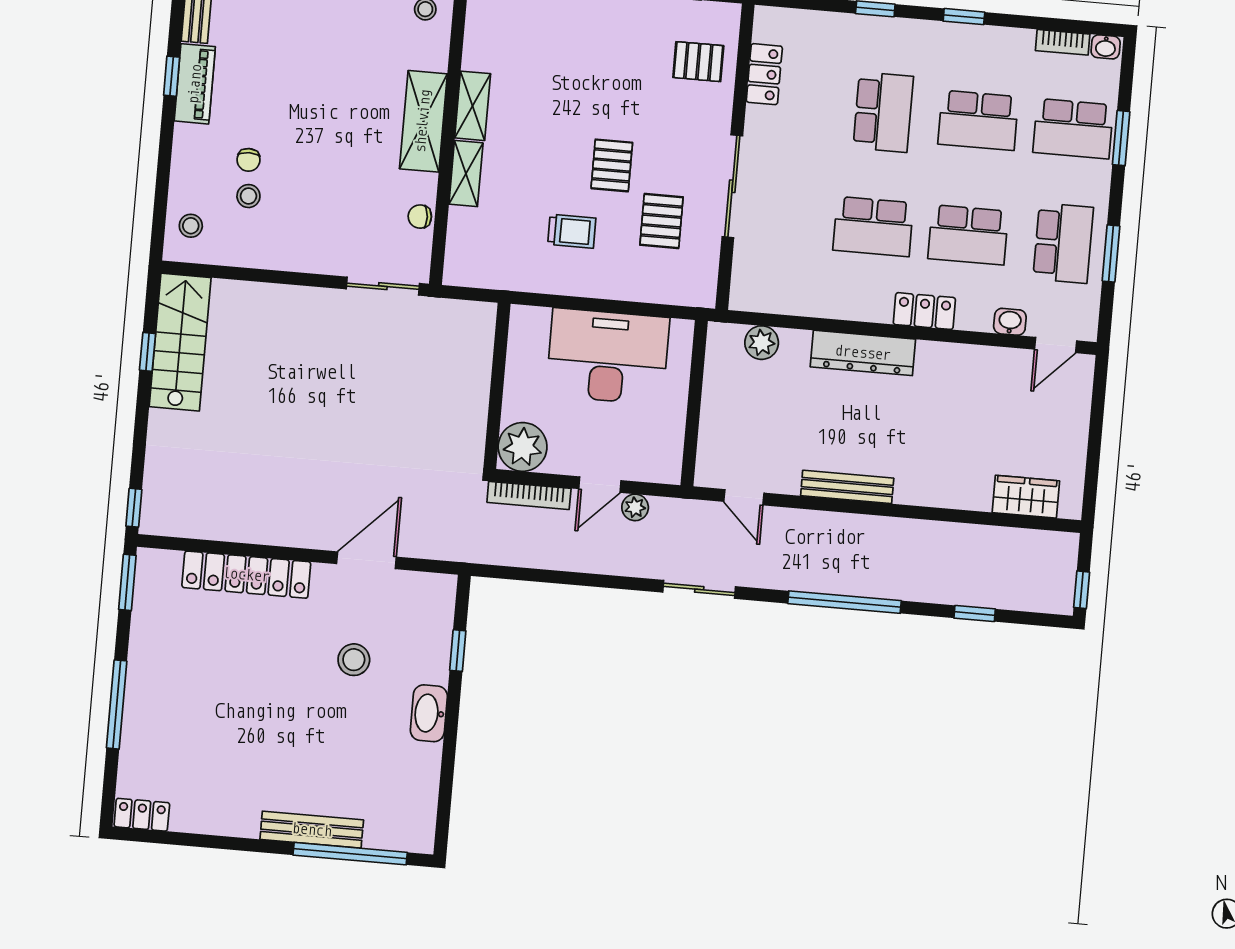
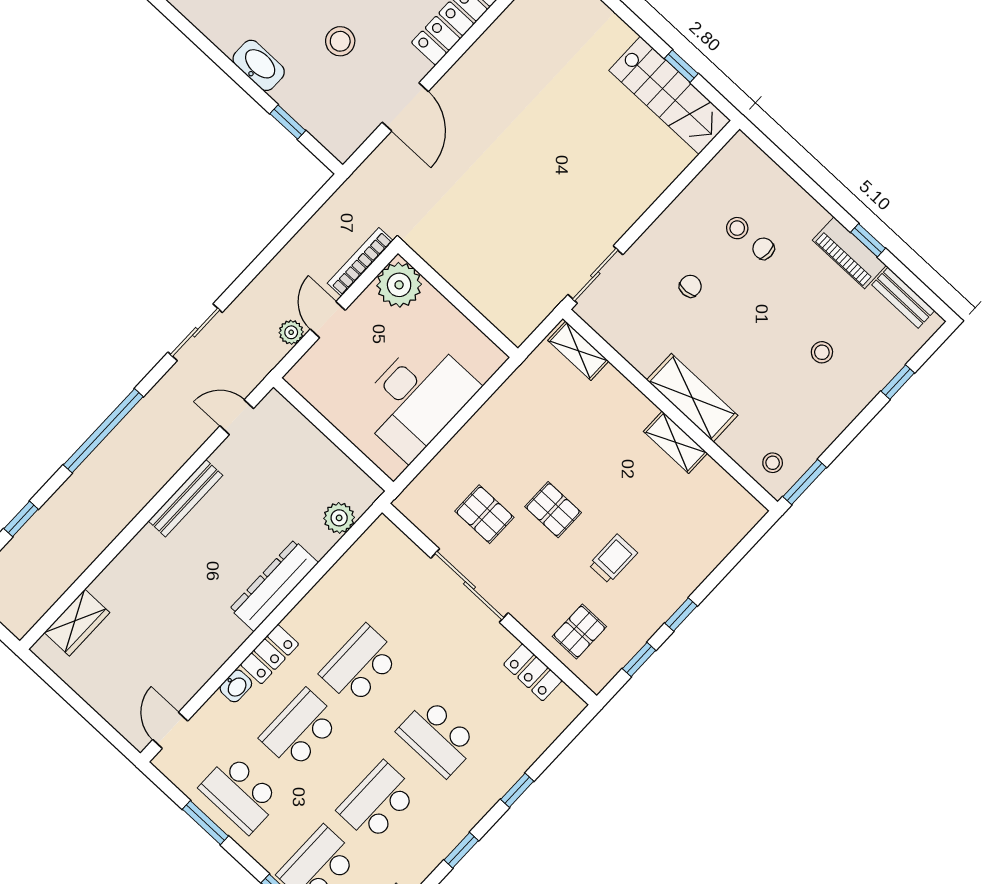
shelving: (466, 174) -> (578, 351), moved
chair: (420, 217) -> (690, 286), moved
stool: (191, 226) -> (822, 352), moved
trolley: (572, 231) -> (613, 559), moved, turned 180
washbasin: (1010, 322) -> (236, 686), moved

